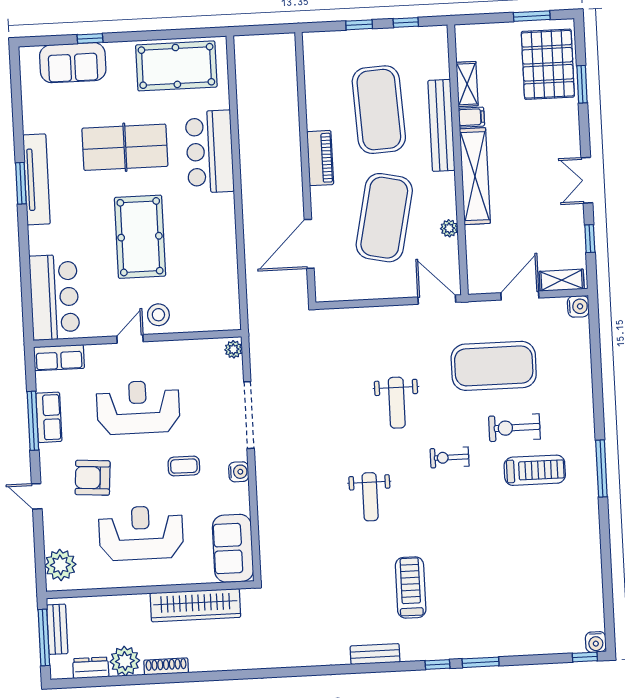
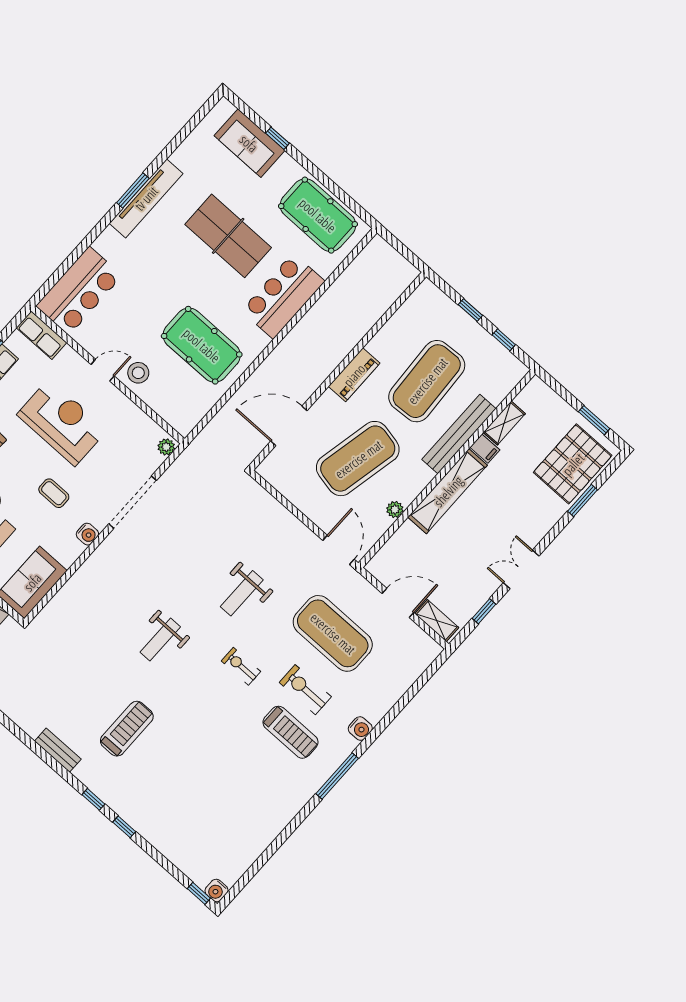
pool table: (140, 237) -> (202, 345), moved, turned 90
water cooler: (578, 306) -> (360, 729), moved
window: (481, 662) -> (124, 827), width x0.67

